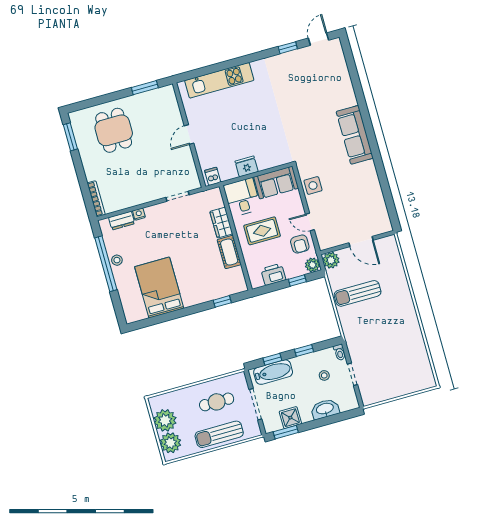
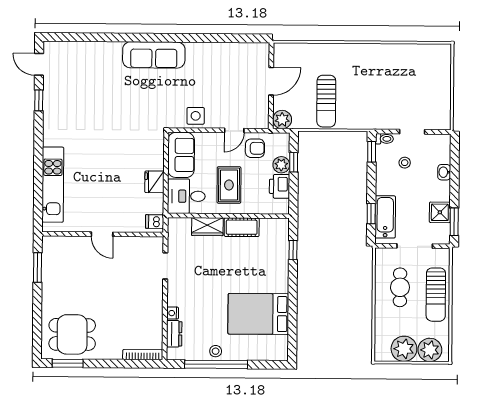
dining table: (114, 130) -> (72, 334), moved
plant: (312, 265) -> (281, 165), moved
window: (304, 350) -> (372, 152), moved
washbasin: (325, 409) -> (444, 172), width x0.52, depth x0.69

